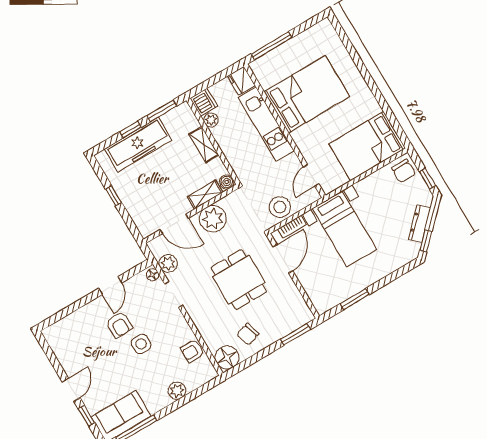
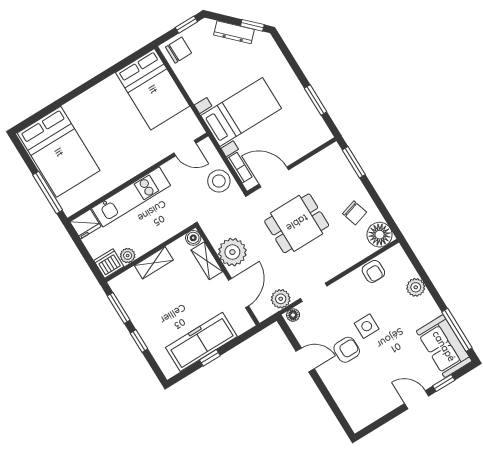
bed: (307, 94) -> (59, 152), moved, turned 180
freezer: (138, 144) -> (201, 342), moved, turned -90

